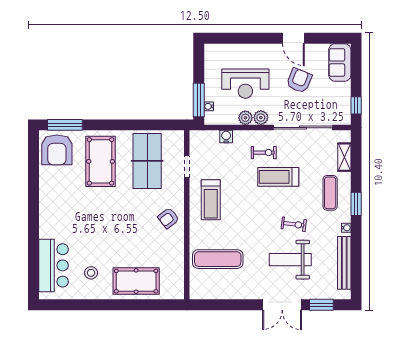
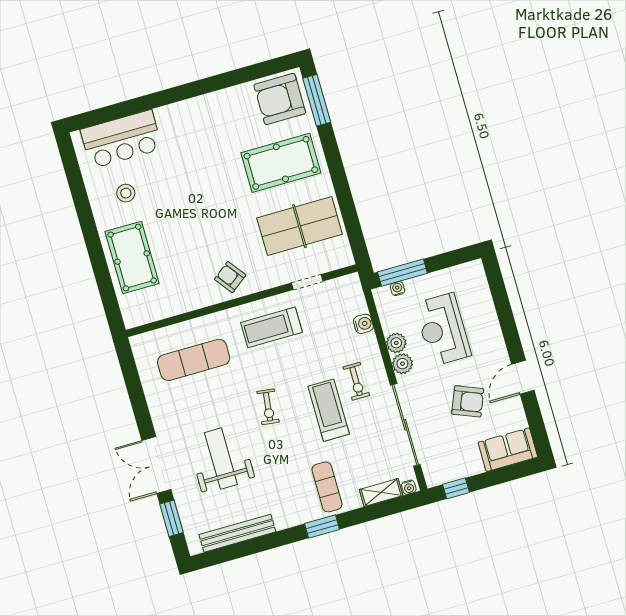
exercise mat: (330, 193) -> (327, 487), turned 90
exercise bike: (294, 224) -> (268, 407), moved
water cooler: (346, 228) -> (409, 487), moved
exercise mat: (218, 259) -> (194, 360), turned 90

